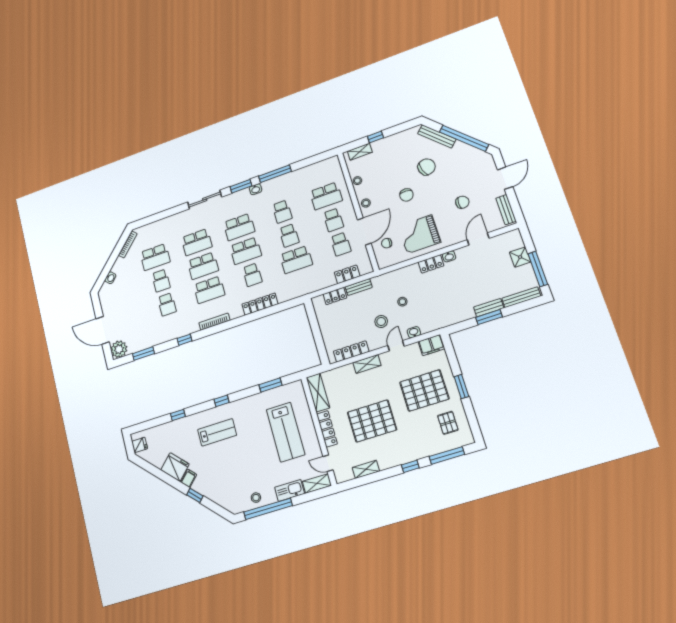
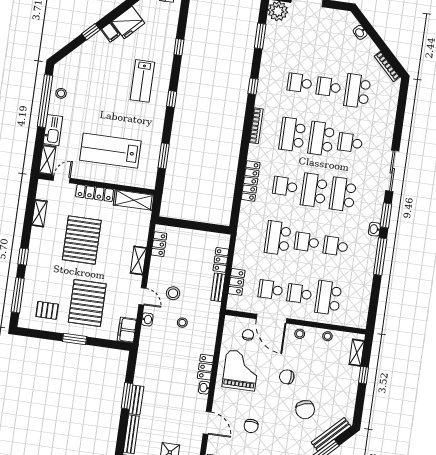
school desk: (197, 242) -> (350, 143), width x0.54
locker: (351, 351) -> (159, 244), width x0.66

